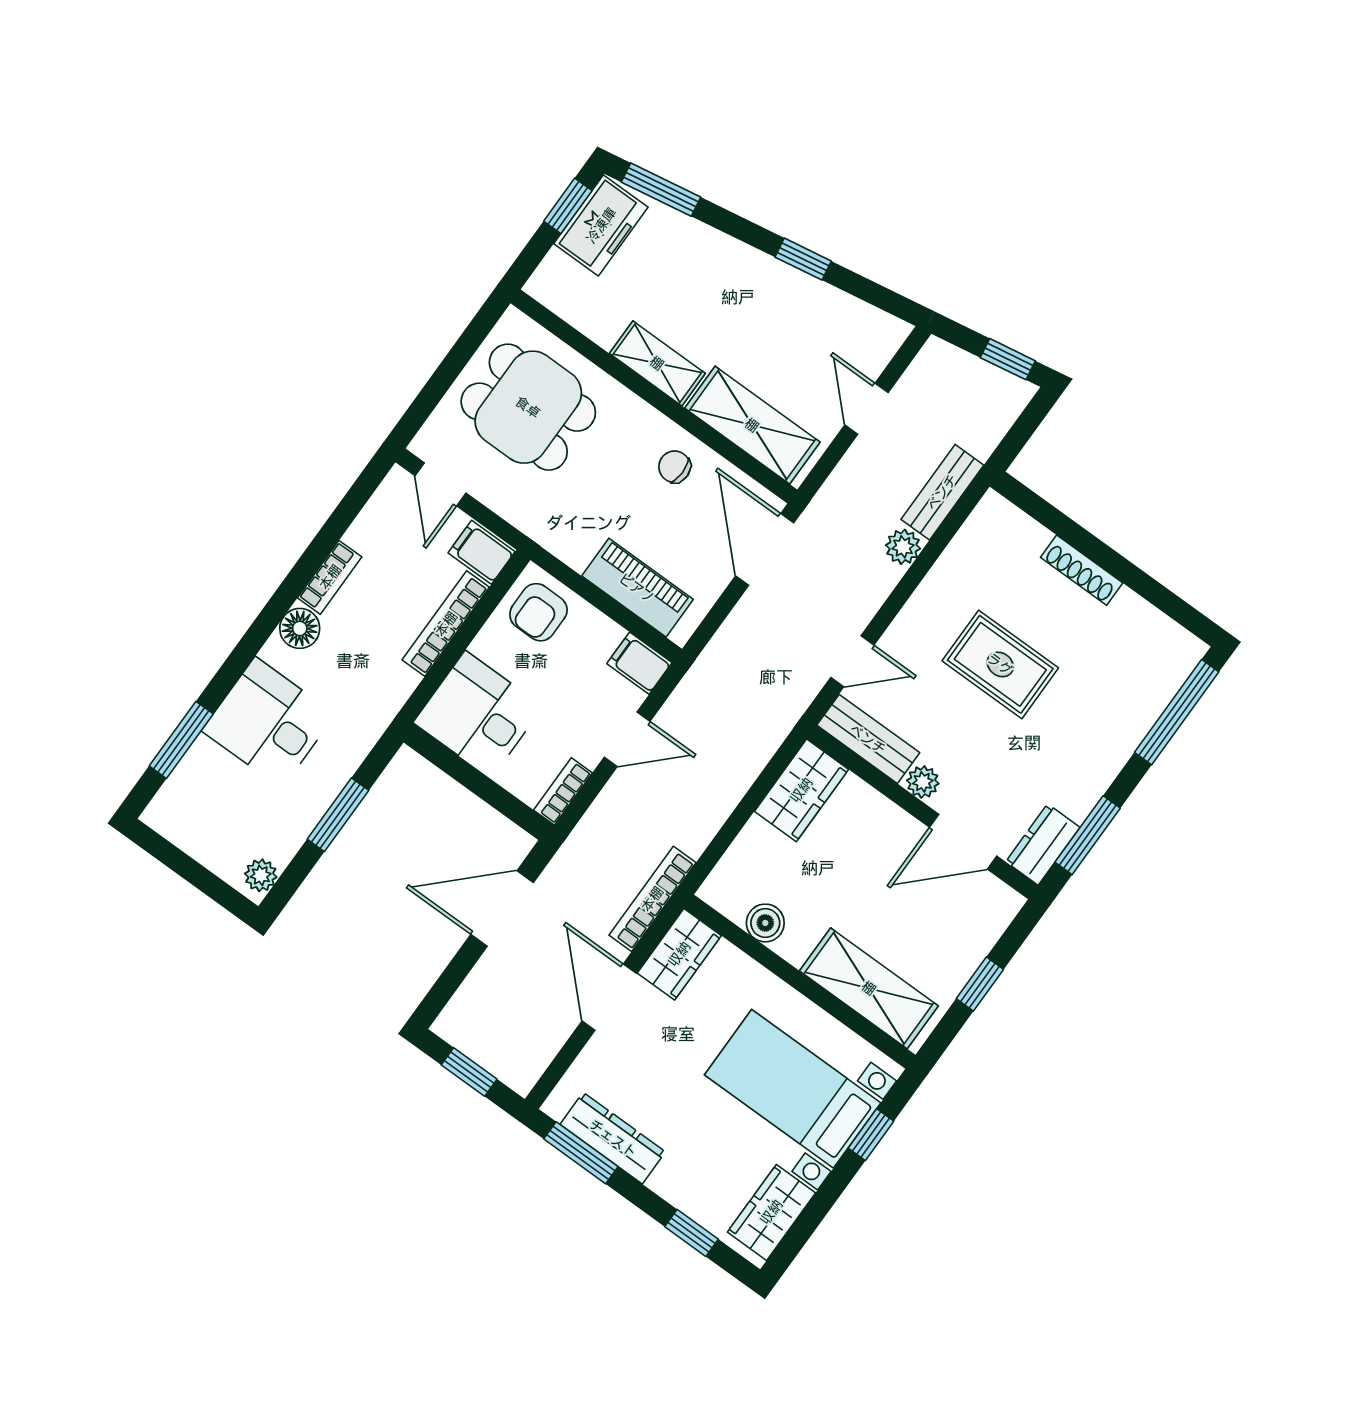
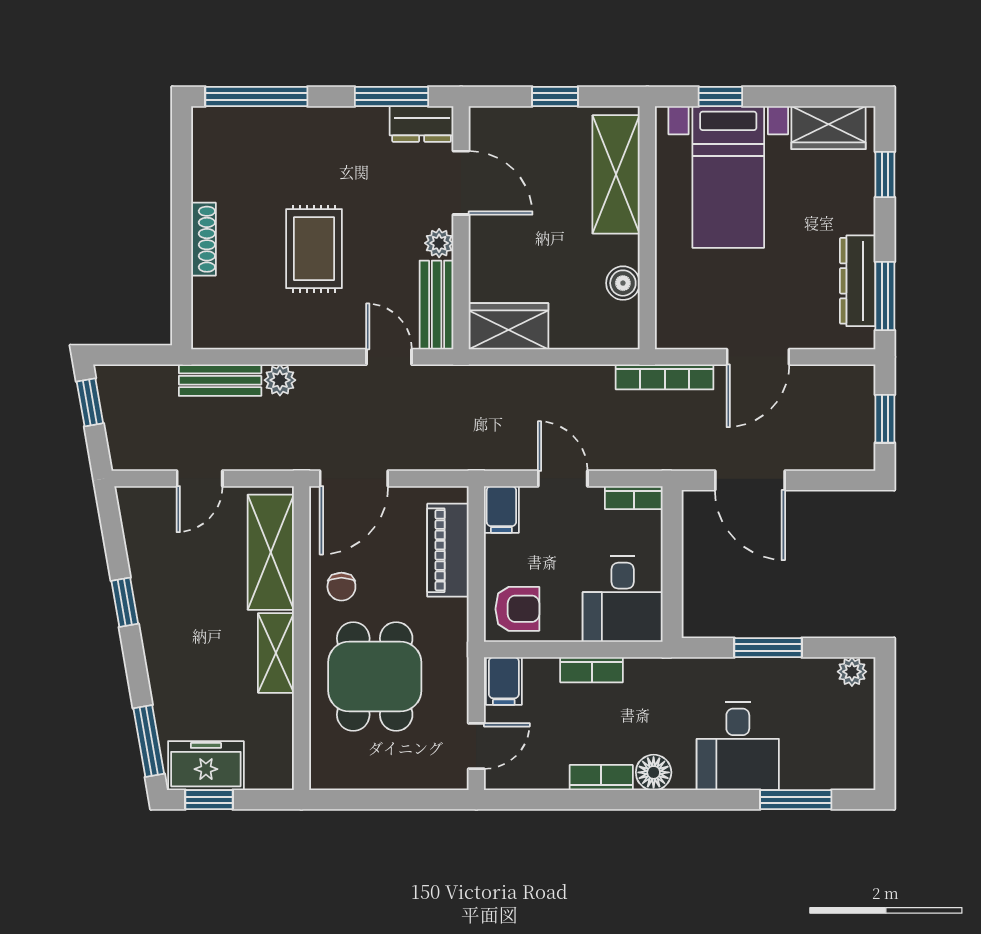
dining table: (528, 407) -> (375, 677), moved
bookcase: (446, 624) -> (592, 670), width x0.64
wardrobe: (679, 954) -> (690, 329), removed

